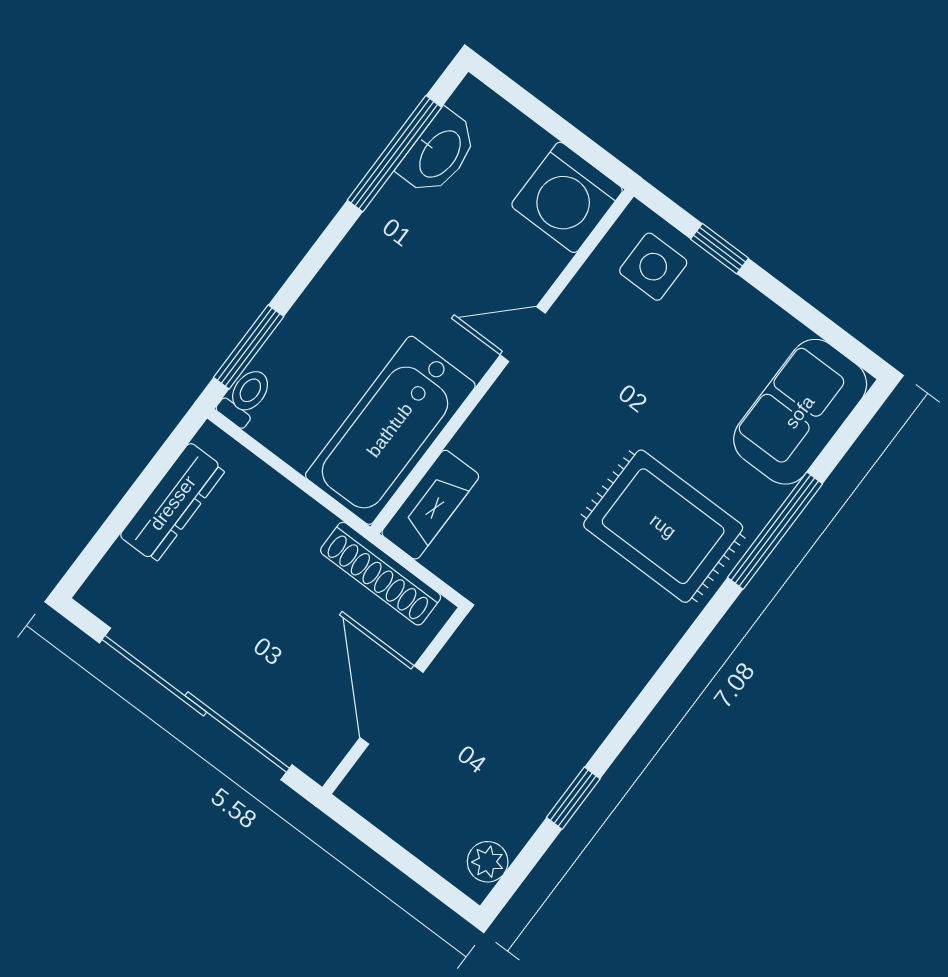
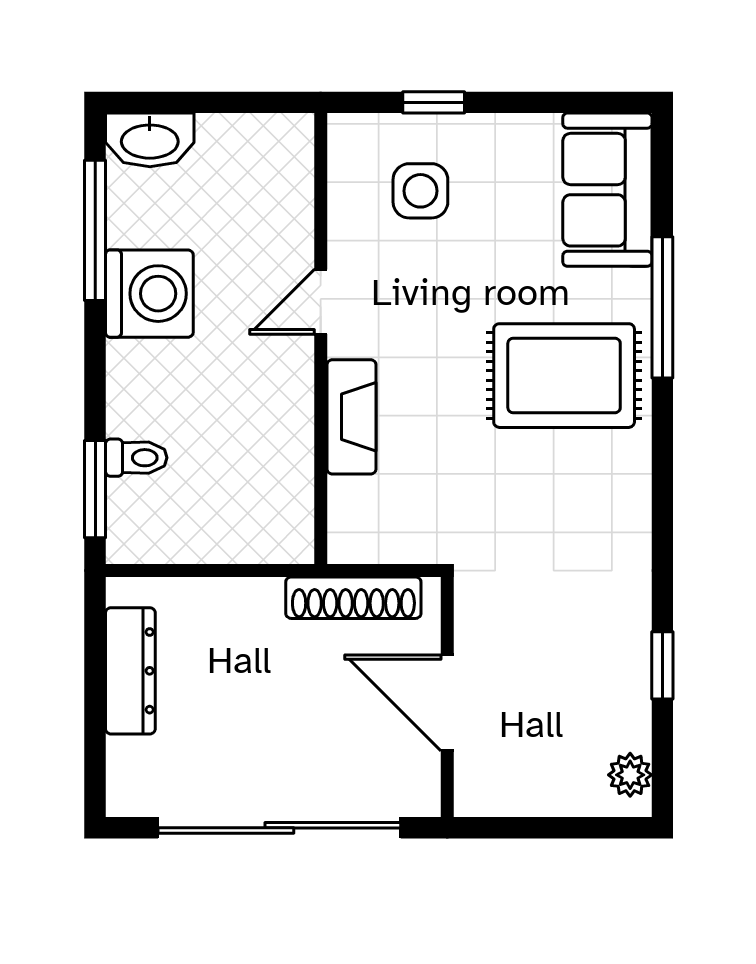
washbasin: (439, 153) -> (150, 140), moved, turned 90
washing machine: (567, 197) -> (149, 294), moved, turned -90
side table: (653, 267) -> (420, 191), moved
toilet: (246, 397) -> (136, 458), moved, turned 90
bathtub: (390, 430) -> (270, 469), removed
fireplace: (430, 505) -> (351, 417), moved

